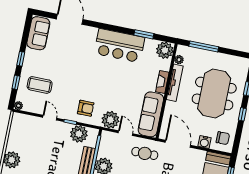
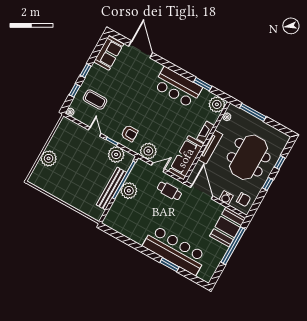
tv unit: (175, 83) -> (210, 147), moved
door: (126, 133) -> (158, 167), hinge flipped

